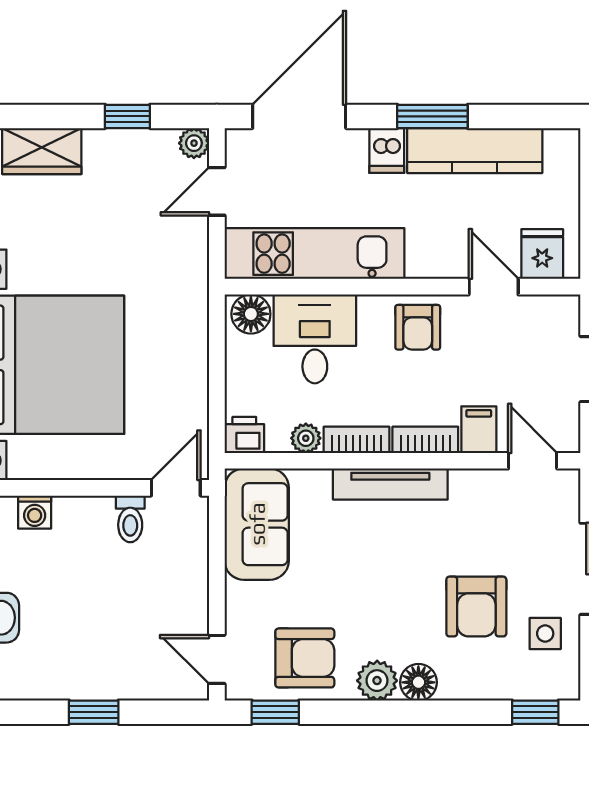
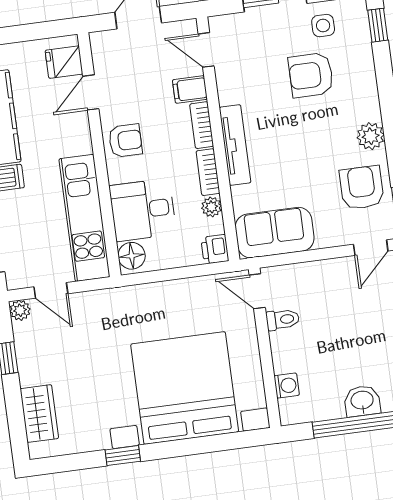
door: (533, 461) -> (206, 50), hinge flipped
armchair: (476, 607) -> (311, 75), turned 180
floor lamp: (418, 682) -> (368, 108), removed

